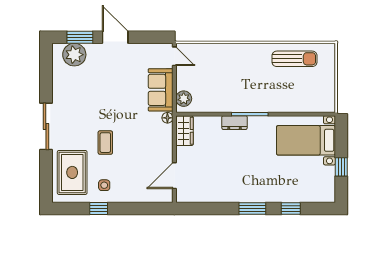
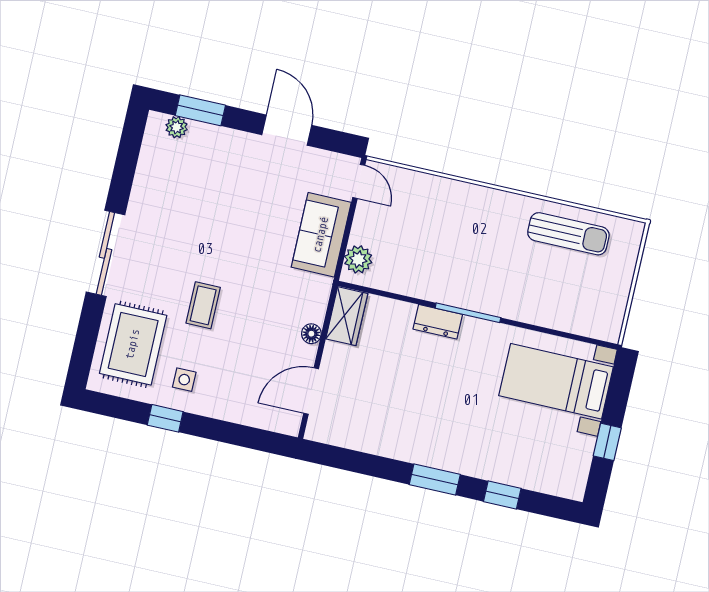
door: (115, 37) -> (287, 130), moved
plant: (74, 55) -> (177, 127), width x0.53, depth x0.53
floor lamp: (167, 118) -> (311, 334), moved

